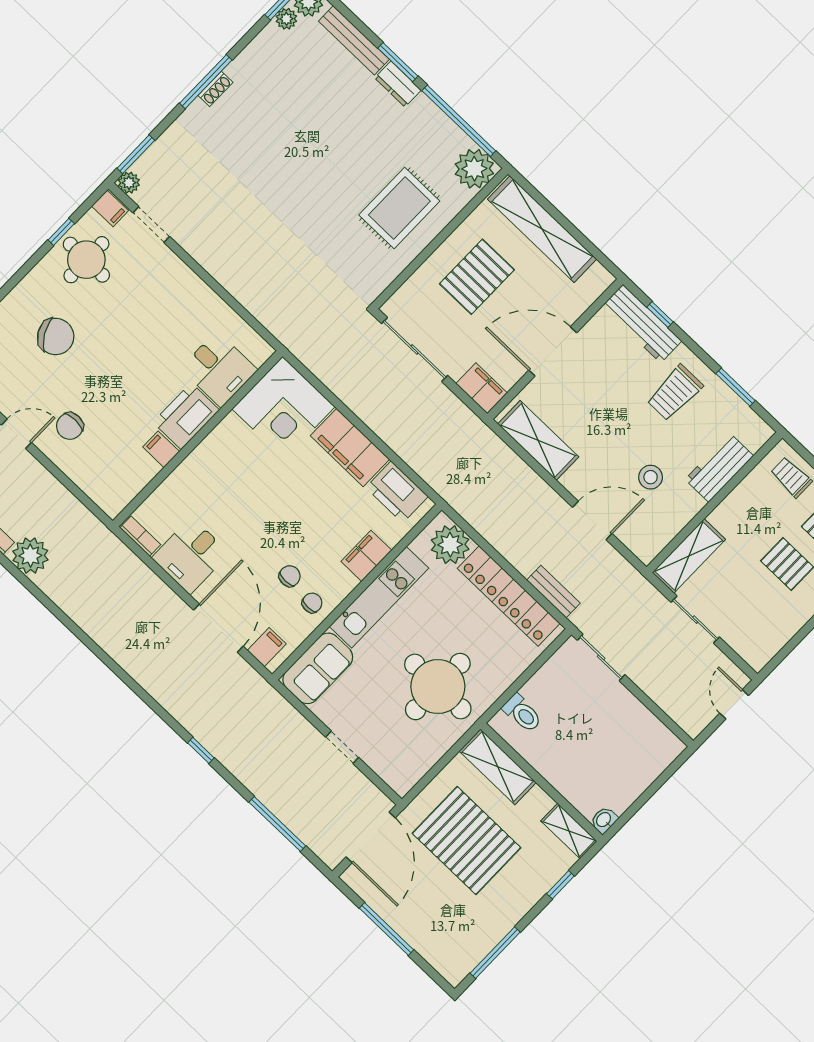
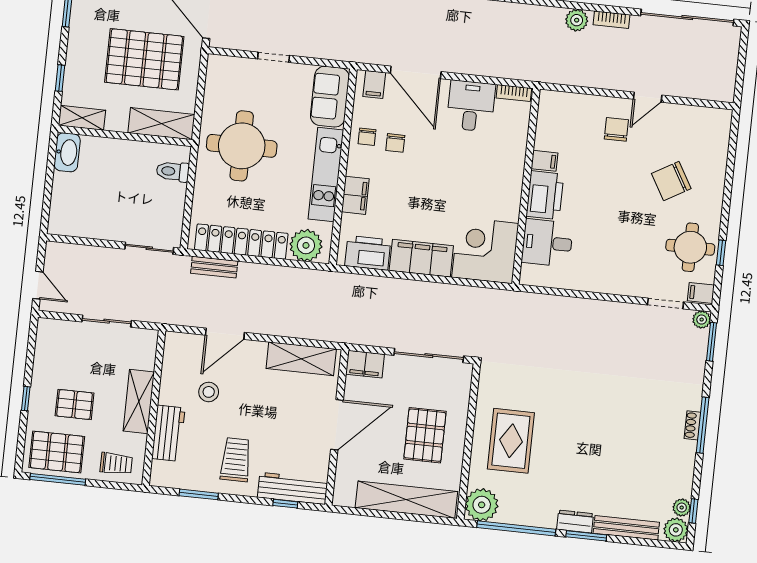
plant: (30, 556) -> (577, 20), width x0.73, depth x0.73
shelving: (689, 556) -> (139, 402), moved
washbasin: (604, 820) -> (67, 152), width x1.91, depth x1.45

